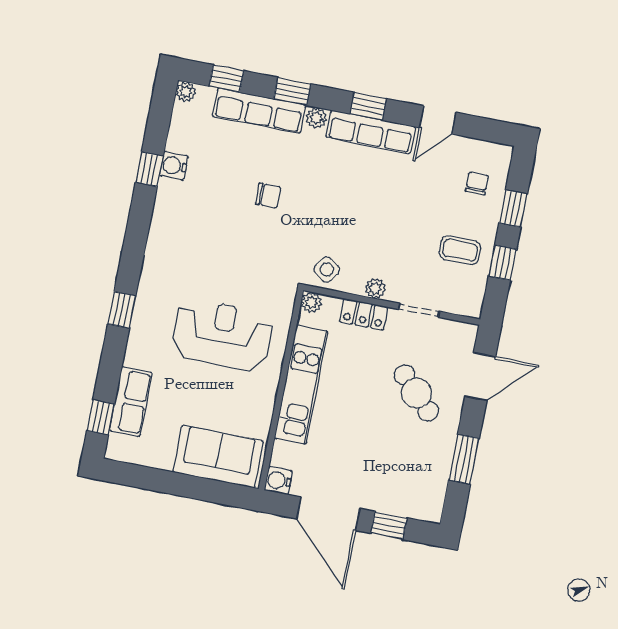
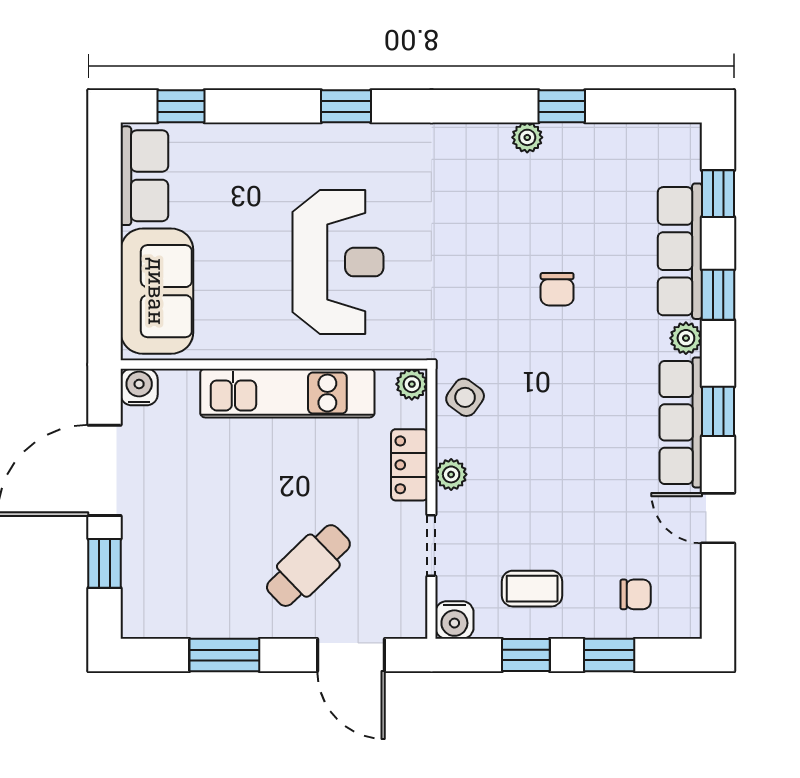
plant: (186, 92) -> (527, 137), moved
water cooler: (174, 166) -> (454, 620), moved, turned 180
coffee table: (460, 250) -> (532, 589), turned 90
row of seats: (131, 402) -> (144, 176), moved, turned -90

